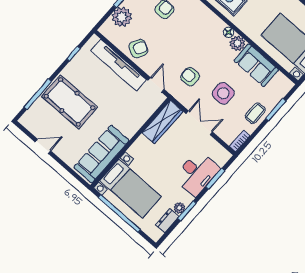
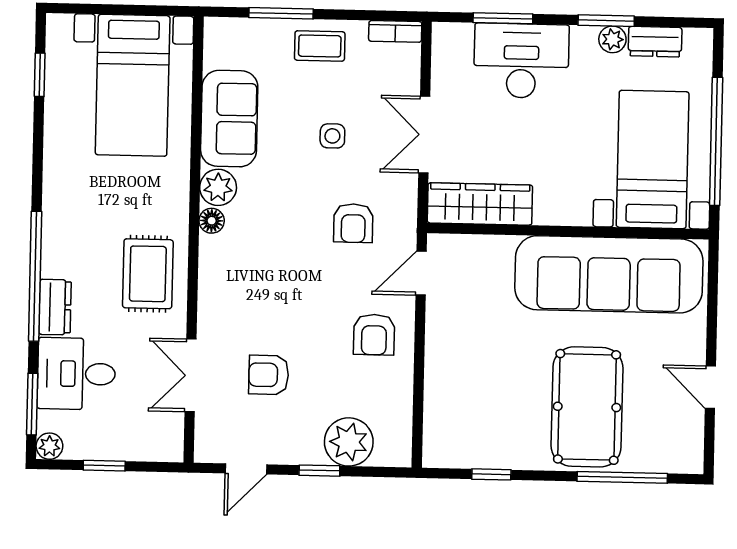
armchair: (138, 49) -> (374, 335), moved, turned -118
tv unit: (119, 65) -> (443, 373), removed
side table: (223, 93) -> (332, 136), width x0.54, depth x0.54
sofa: (101, 154) -> (609, 274), width x1.36, depth x1.27

